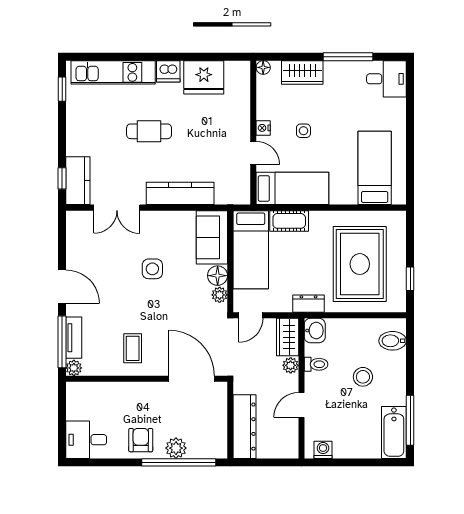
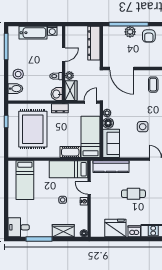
cafe table: (149, 131) -> (133, 194), moved
kitchen counter: (180, 193) -> (111, 167), moved
stool: (363, 377) -> (18, 74), moved
bathtub: (394, 432) -> (33, 33), moved, turned 90

